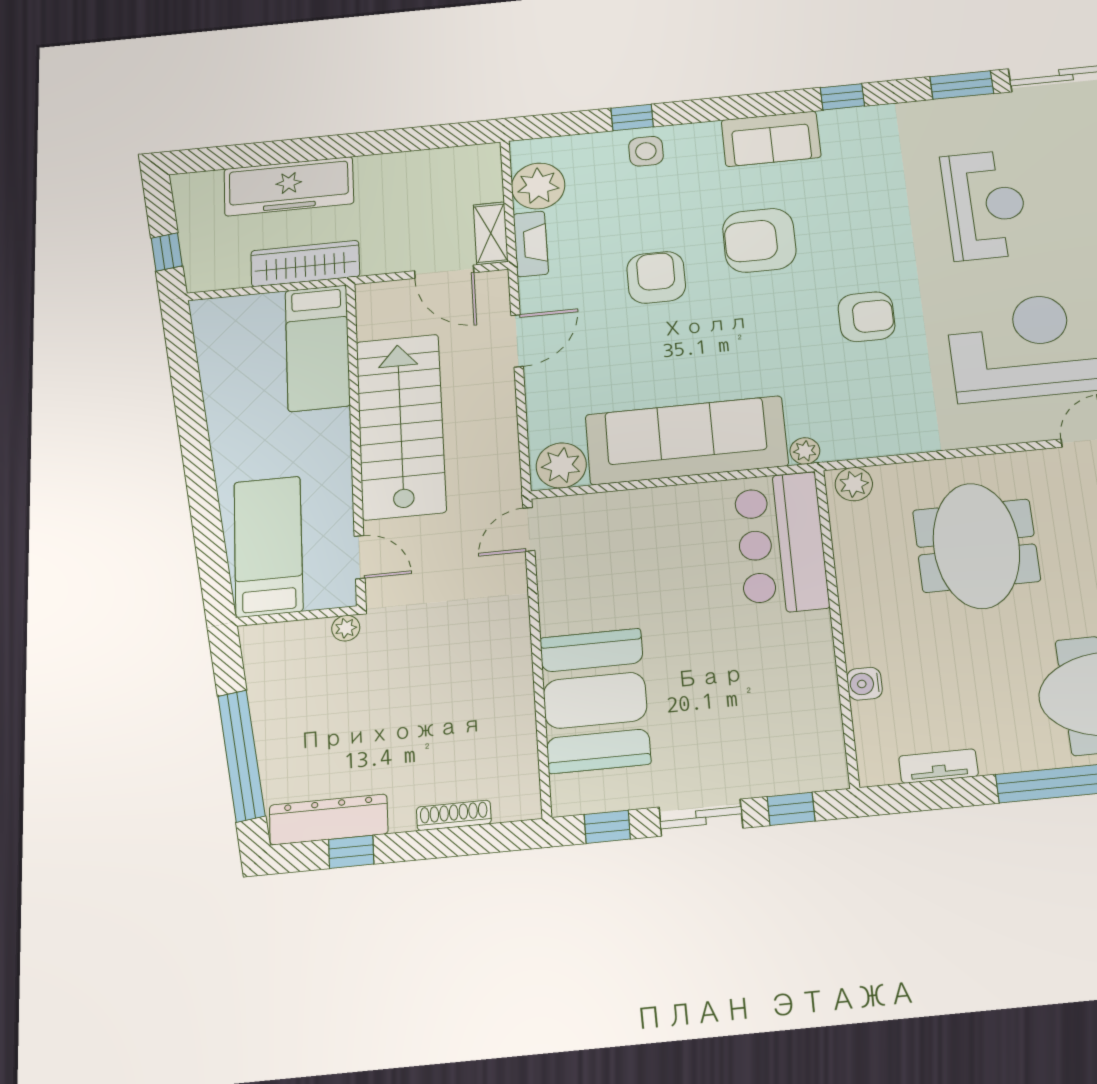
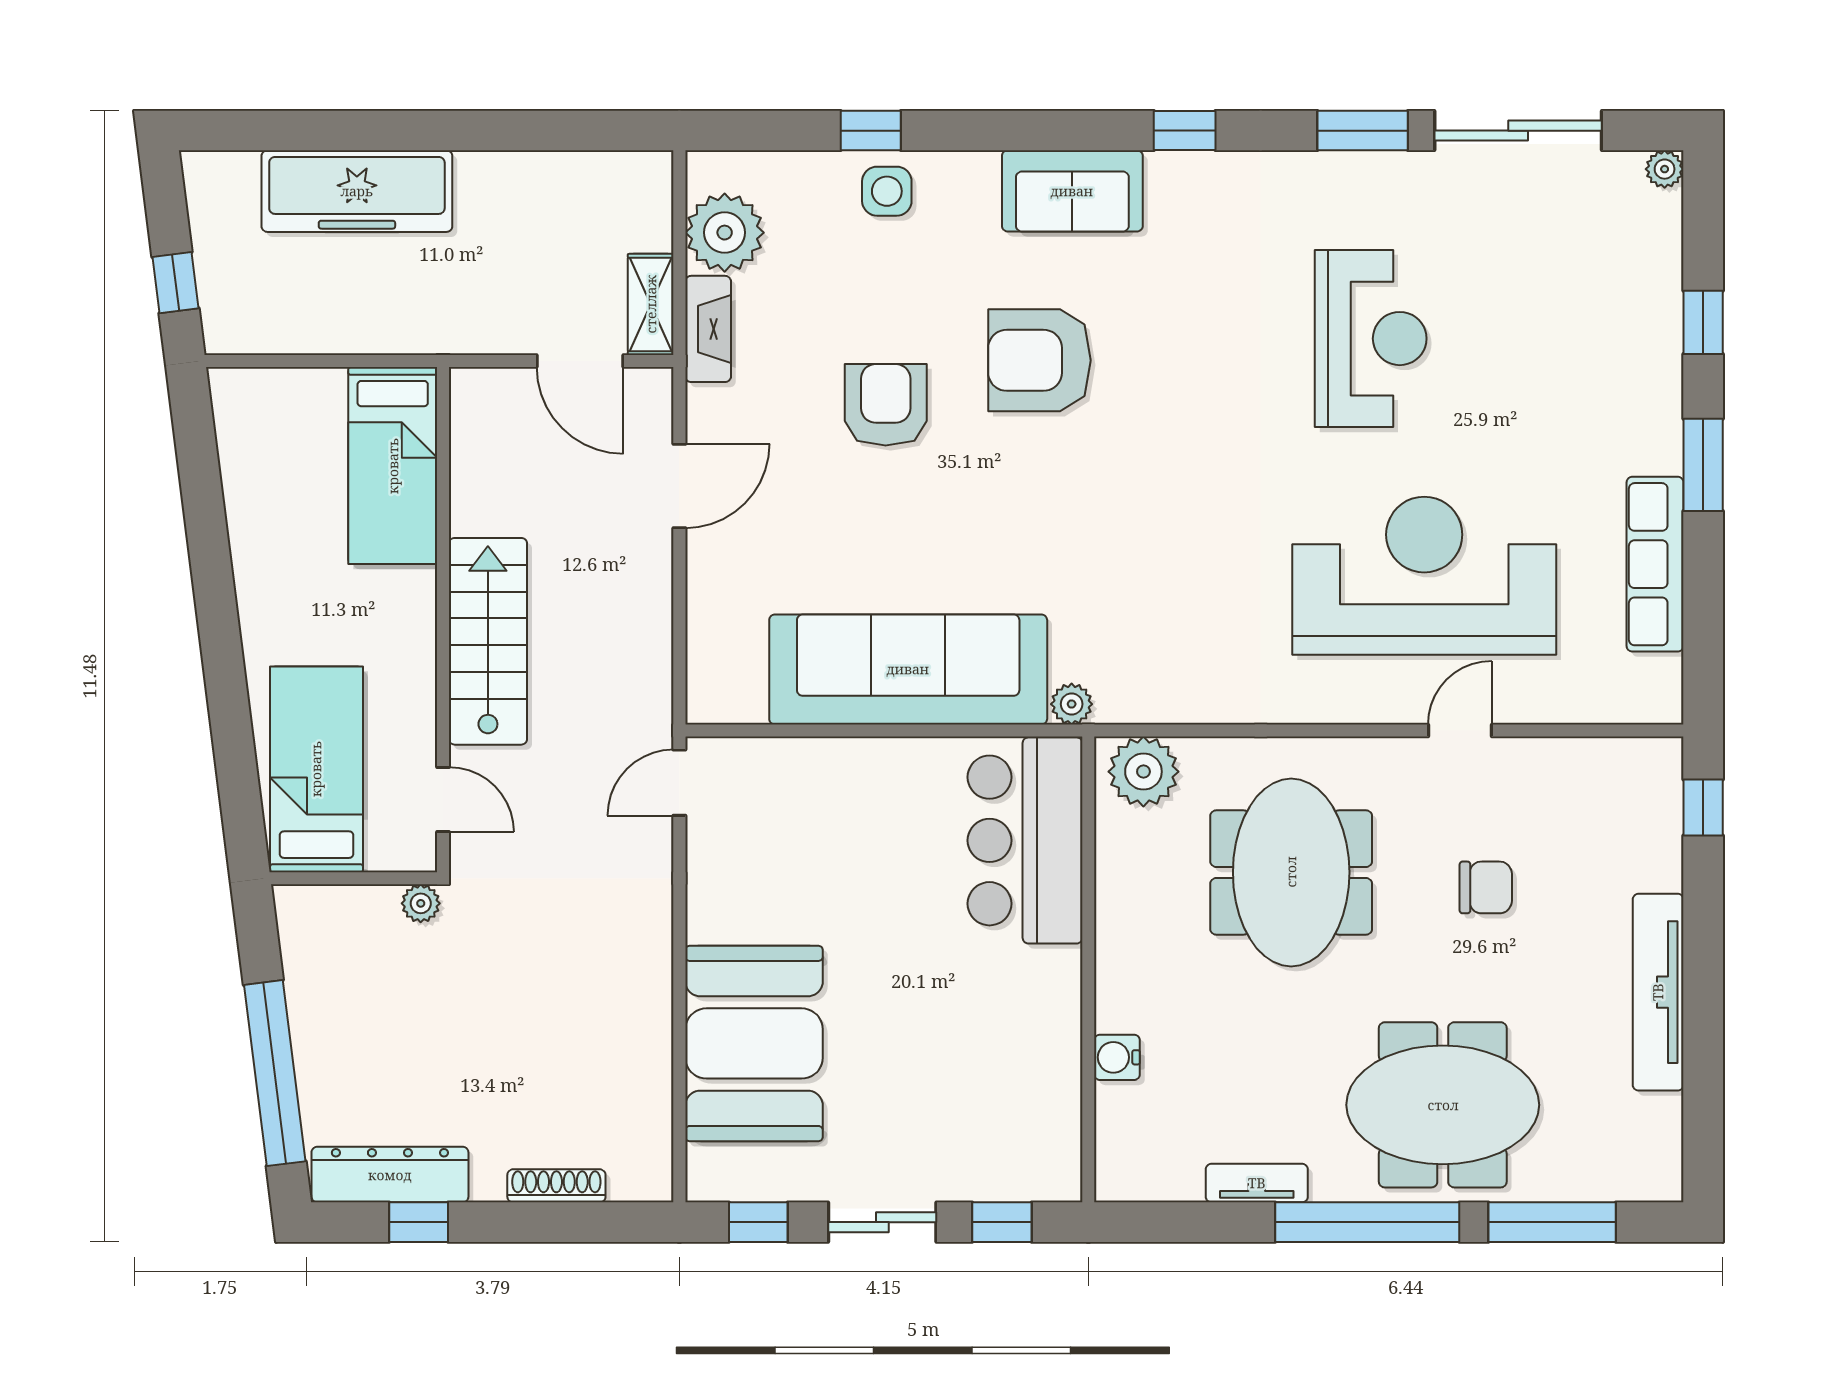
wardrobe: (305, 264) -> (378, 325), removed
armchair: (866, 317) -> (1180, 502), removed
stairs: (401, 426) -> (488, 641), width x0.73, depth x0.66
plant: (561, 465) -> (730, 690), removed
plant: (854, 484) -> (1143, 772), width x1.36, depth x1.36
tv unit: (939, 766) -> (1257, 1183), moved

